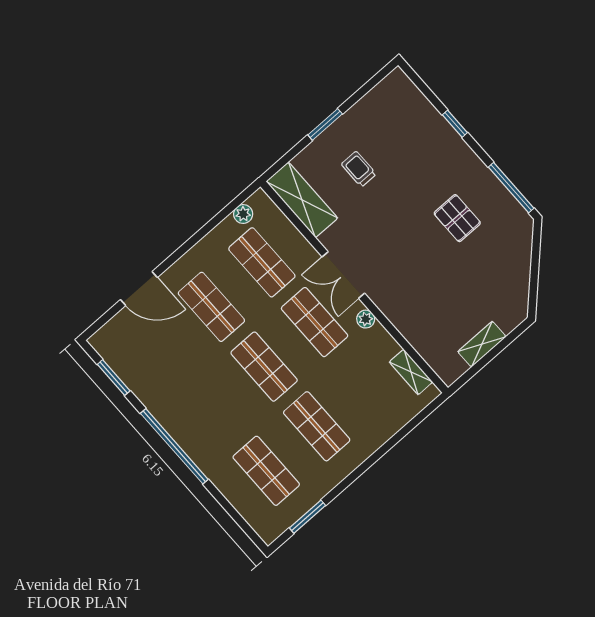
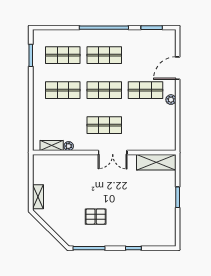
trolley: (359, 169) -> (149, 195), removed
plant: (243, 214) -> (171, 100), moved
shop shelf: (262, 262) -> (104, 55), moved
double door: (343, 275) -> (113, 153), swing flipped
plant: (366, 319) -> (69, 146), moved
shelving: (482, 344) -> (38, 197), moved

